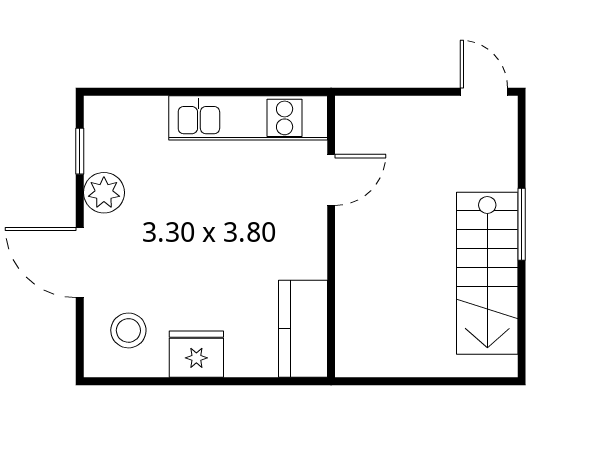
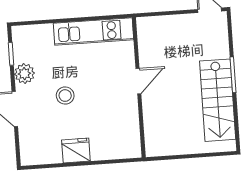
door: (331, 180) -> (138, 81), moved
kitchen counter: (303, 329) -> (128, 134), removed
stool: (128, 330) -> (65, 96), moved

